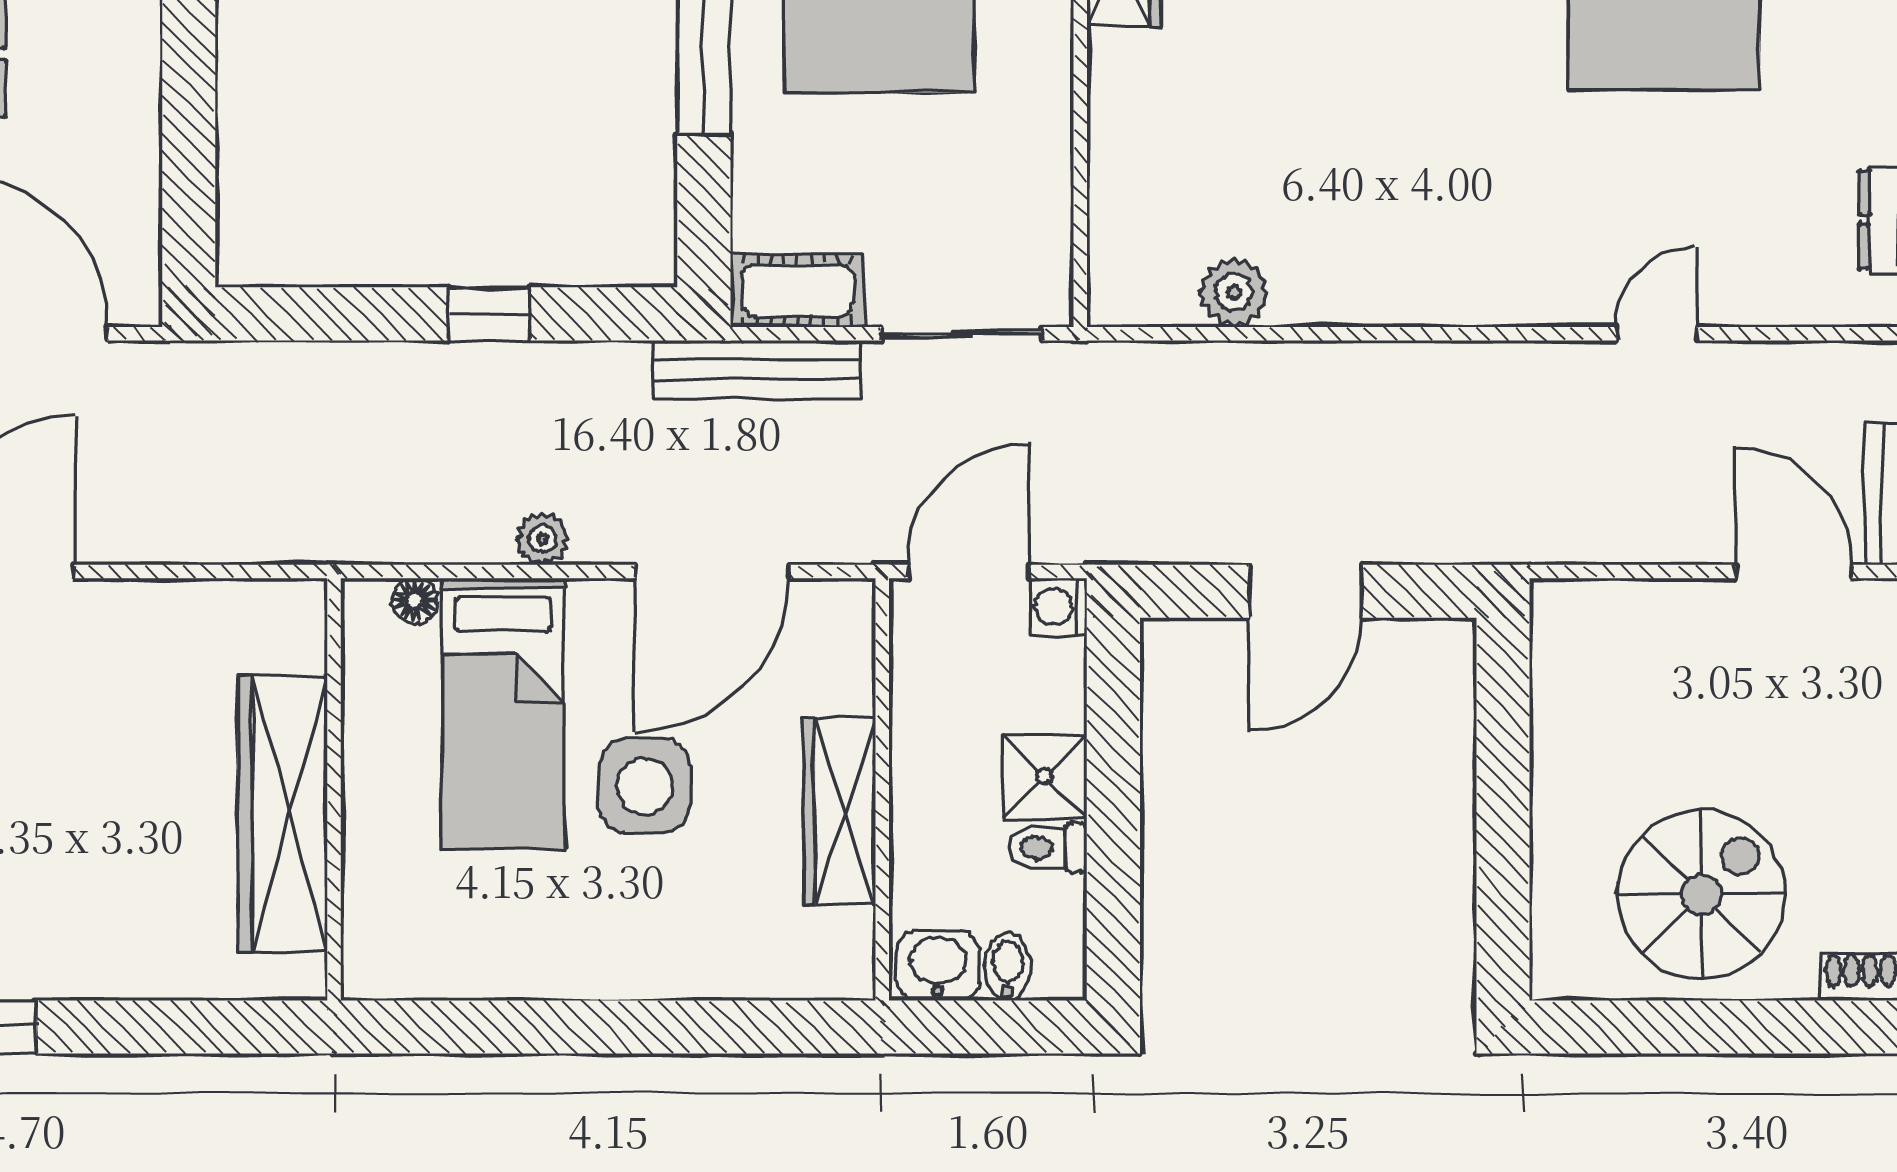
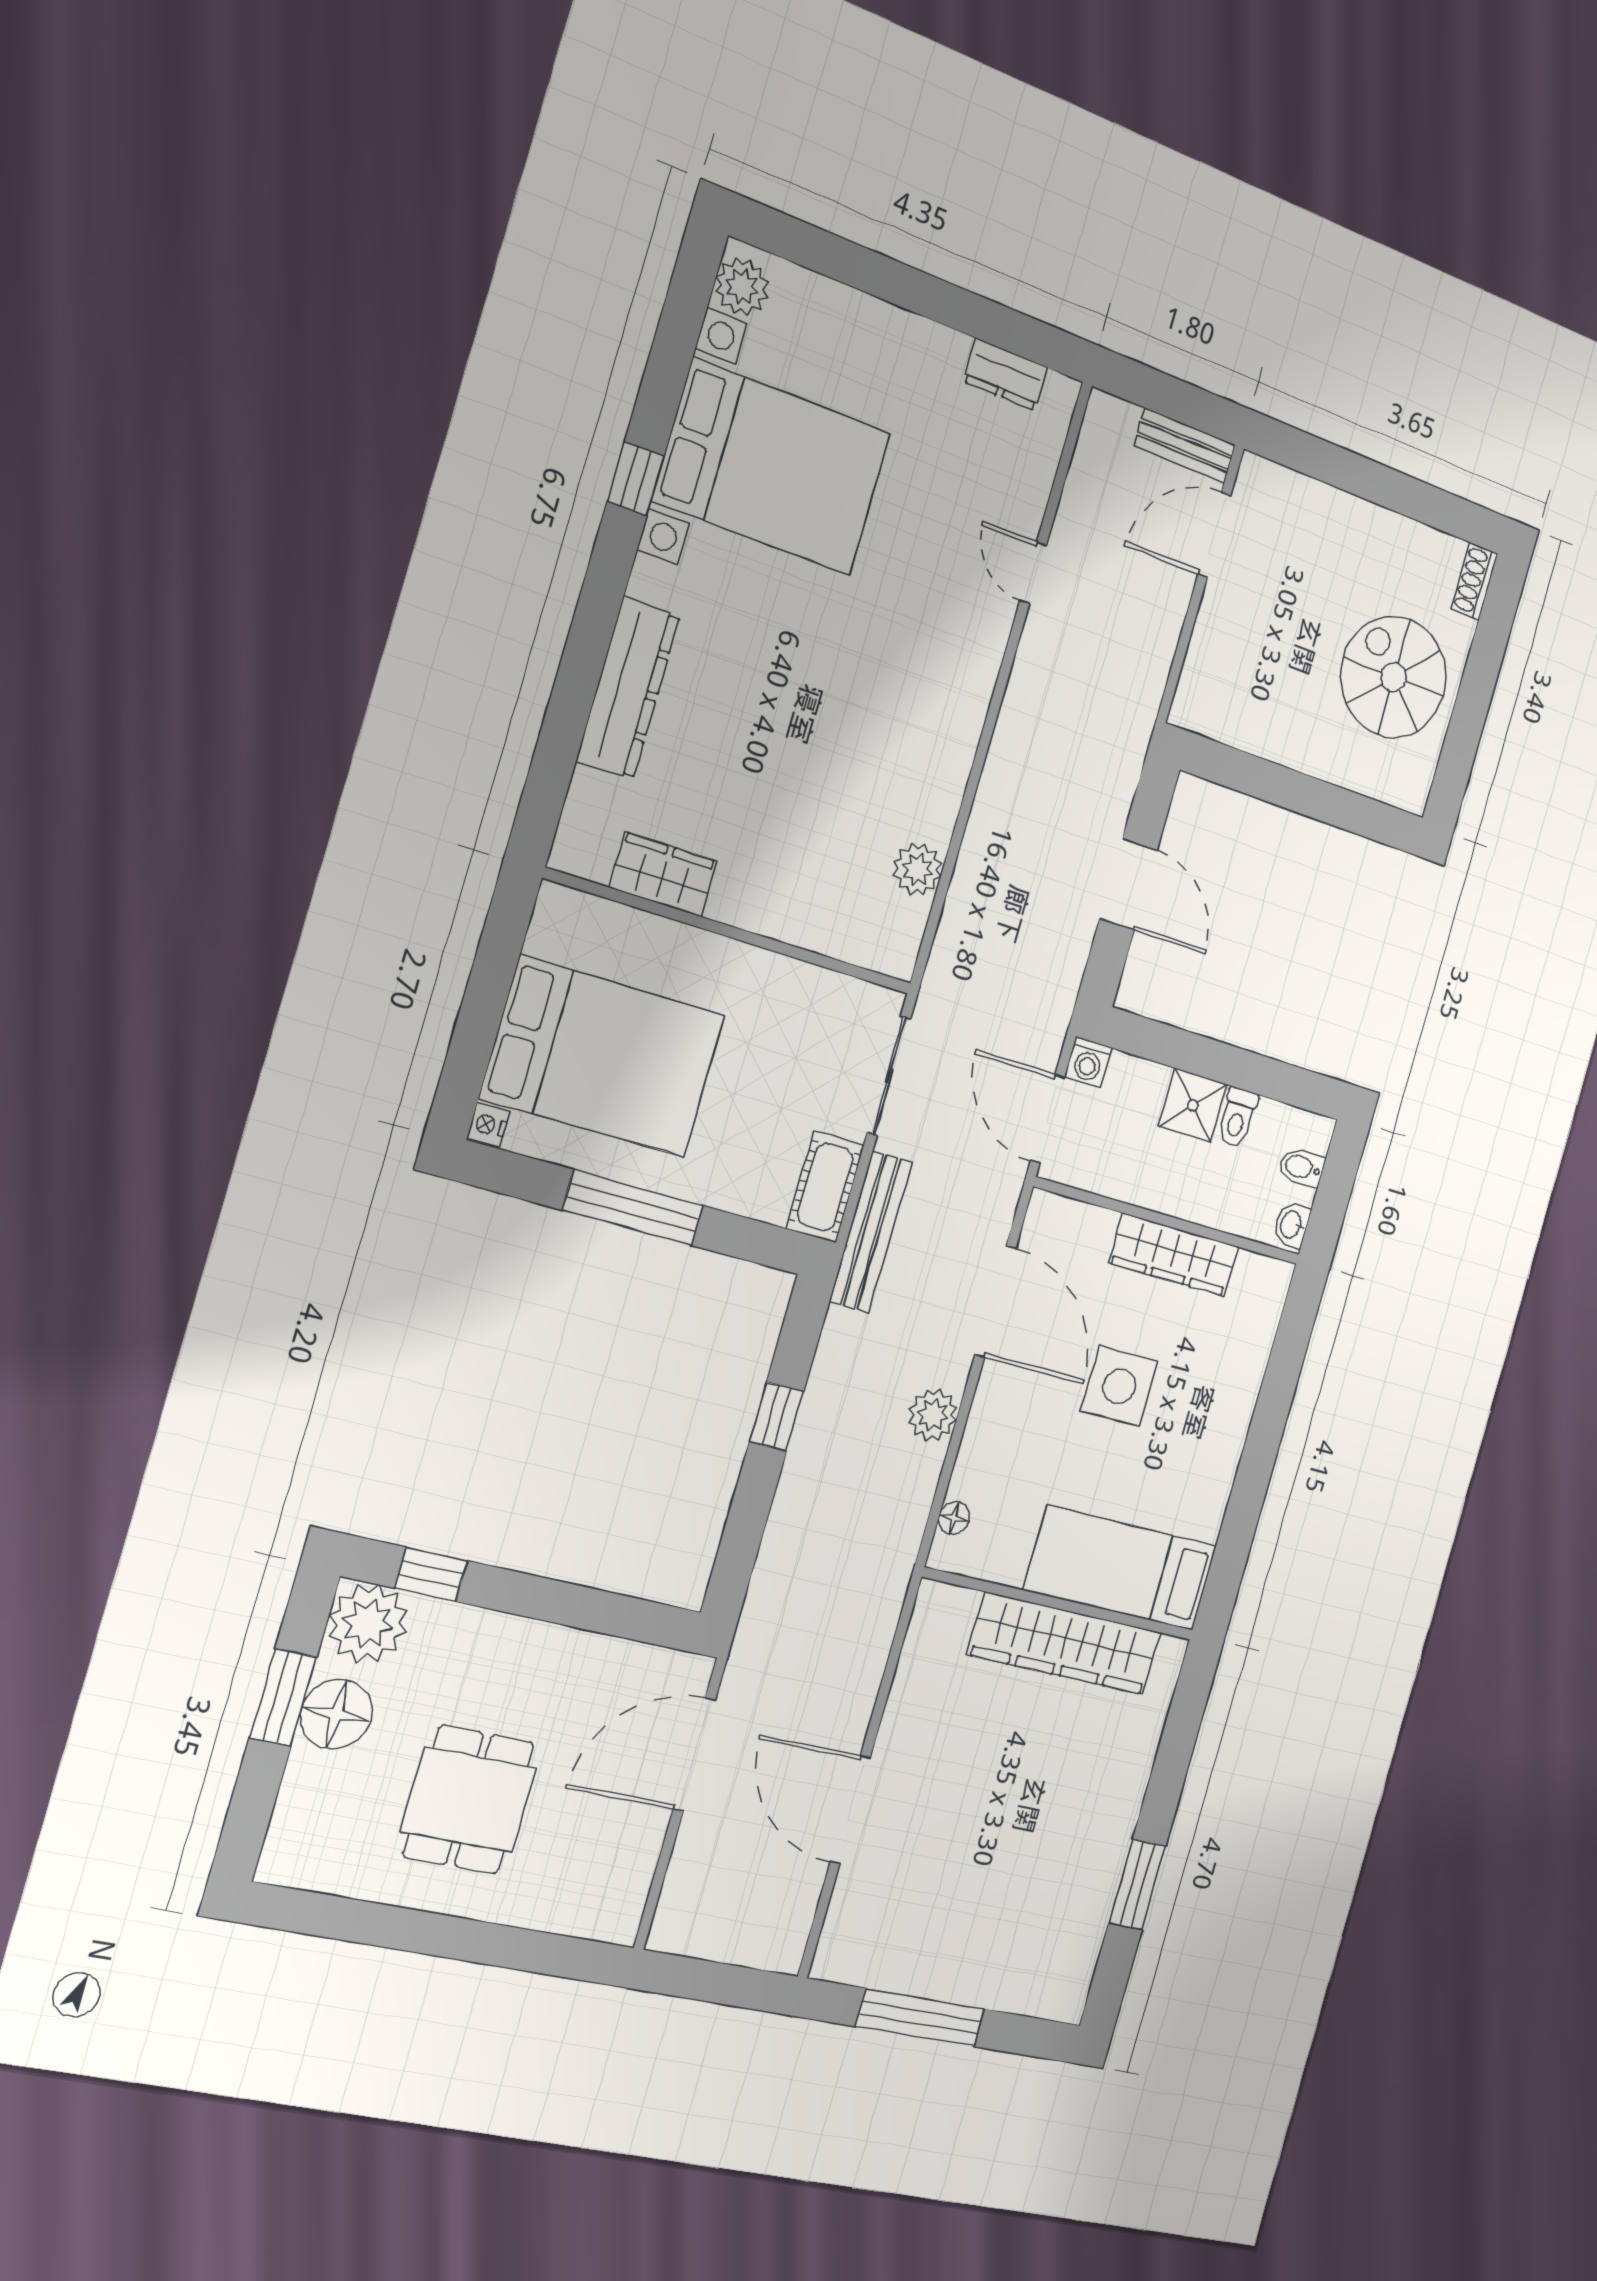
plant: (542, 539) -> (933, 1415), width x1.38, depth x1.38
bed: (503, 714) -> (1121, 1568), moved, turned 180
washbasin: (938, 966) -> (1292, 1225), width x0.72, depth x0.69

